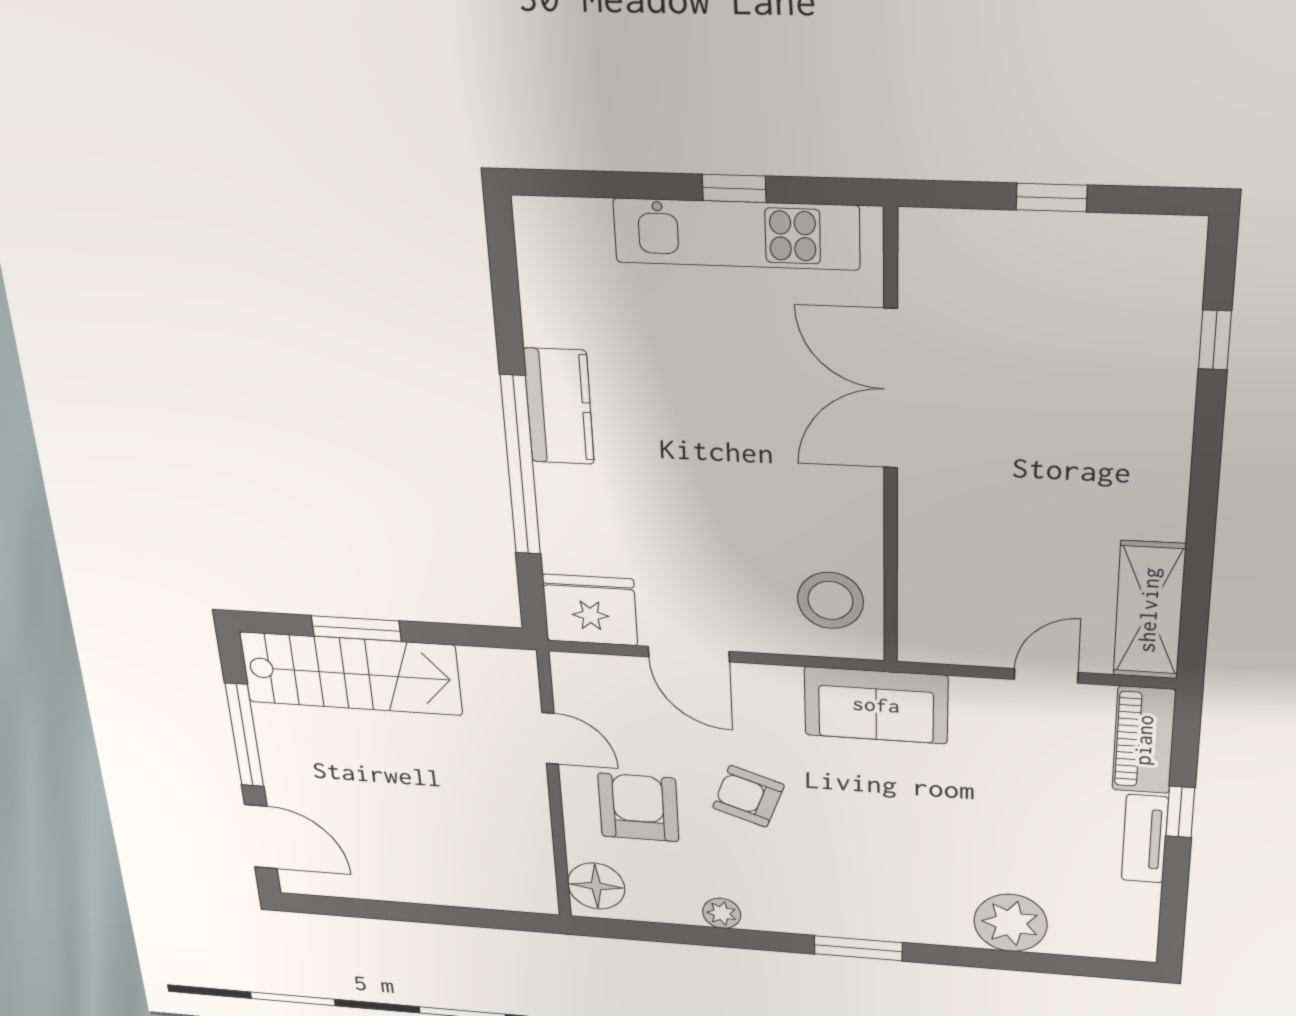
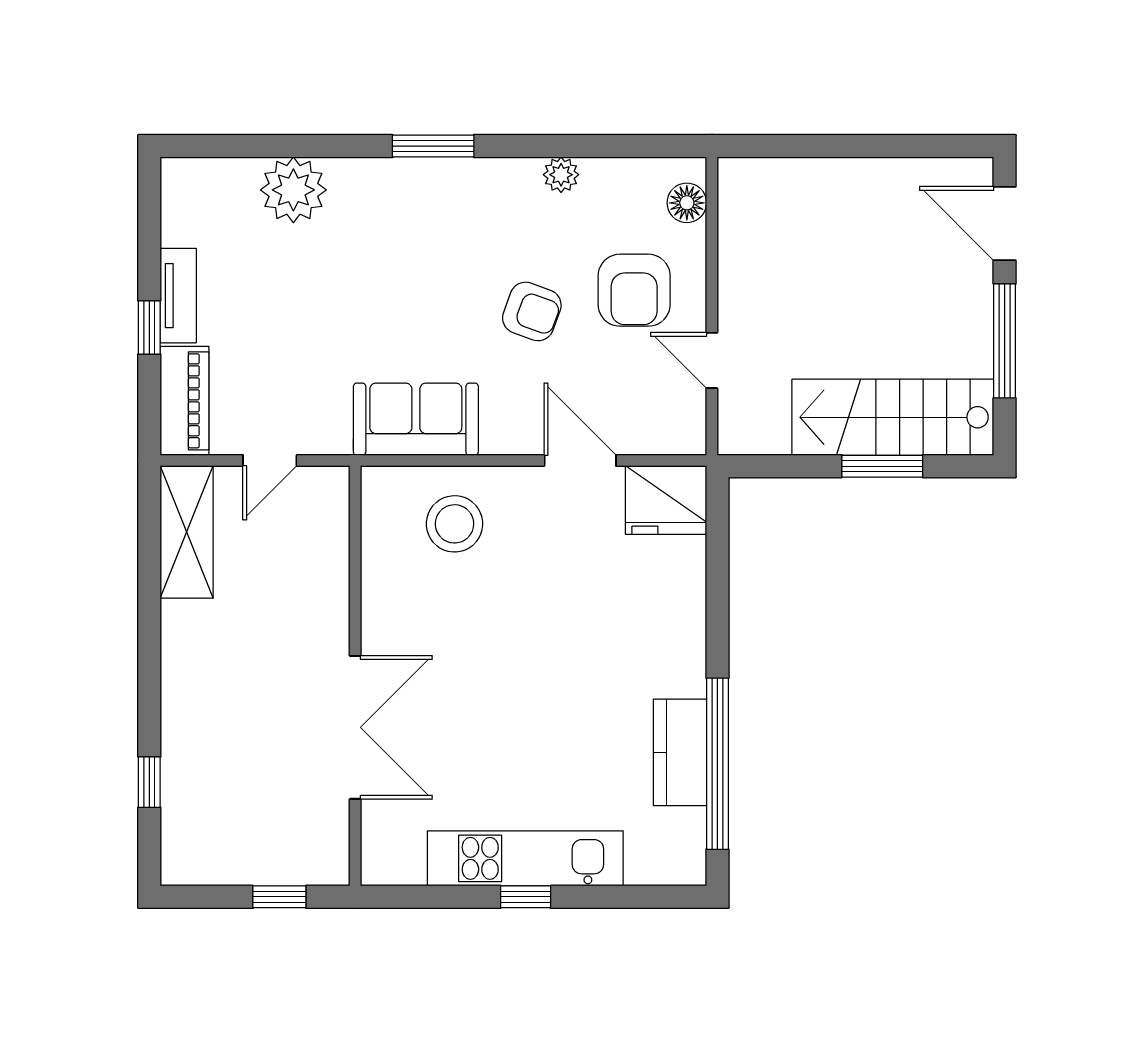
double door: (891, 389) -> (355, 727), moved
kitchen counter: (559, 406) -> (680, 752), moved
wall: (891, 446) -> (355, 676), moved
window: (521, 466) -> (717, 764), moved
floor lamp: (596, 886) -> (687, 203), width x0.73, depth x0.73

